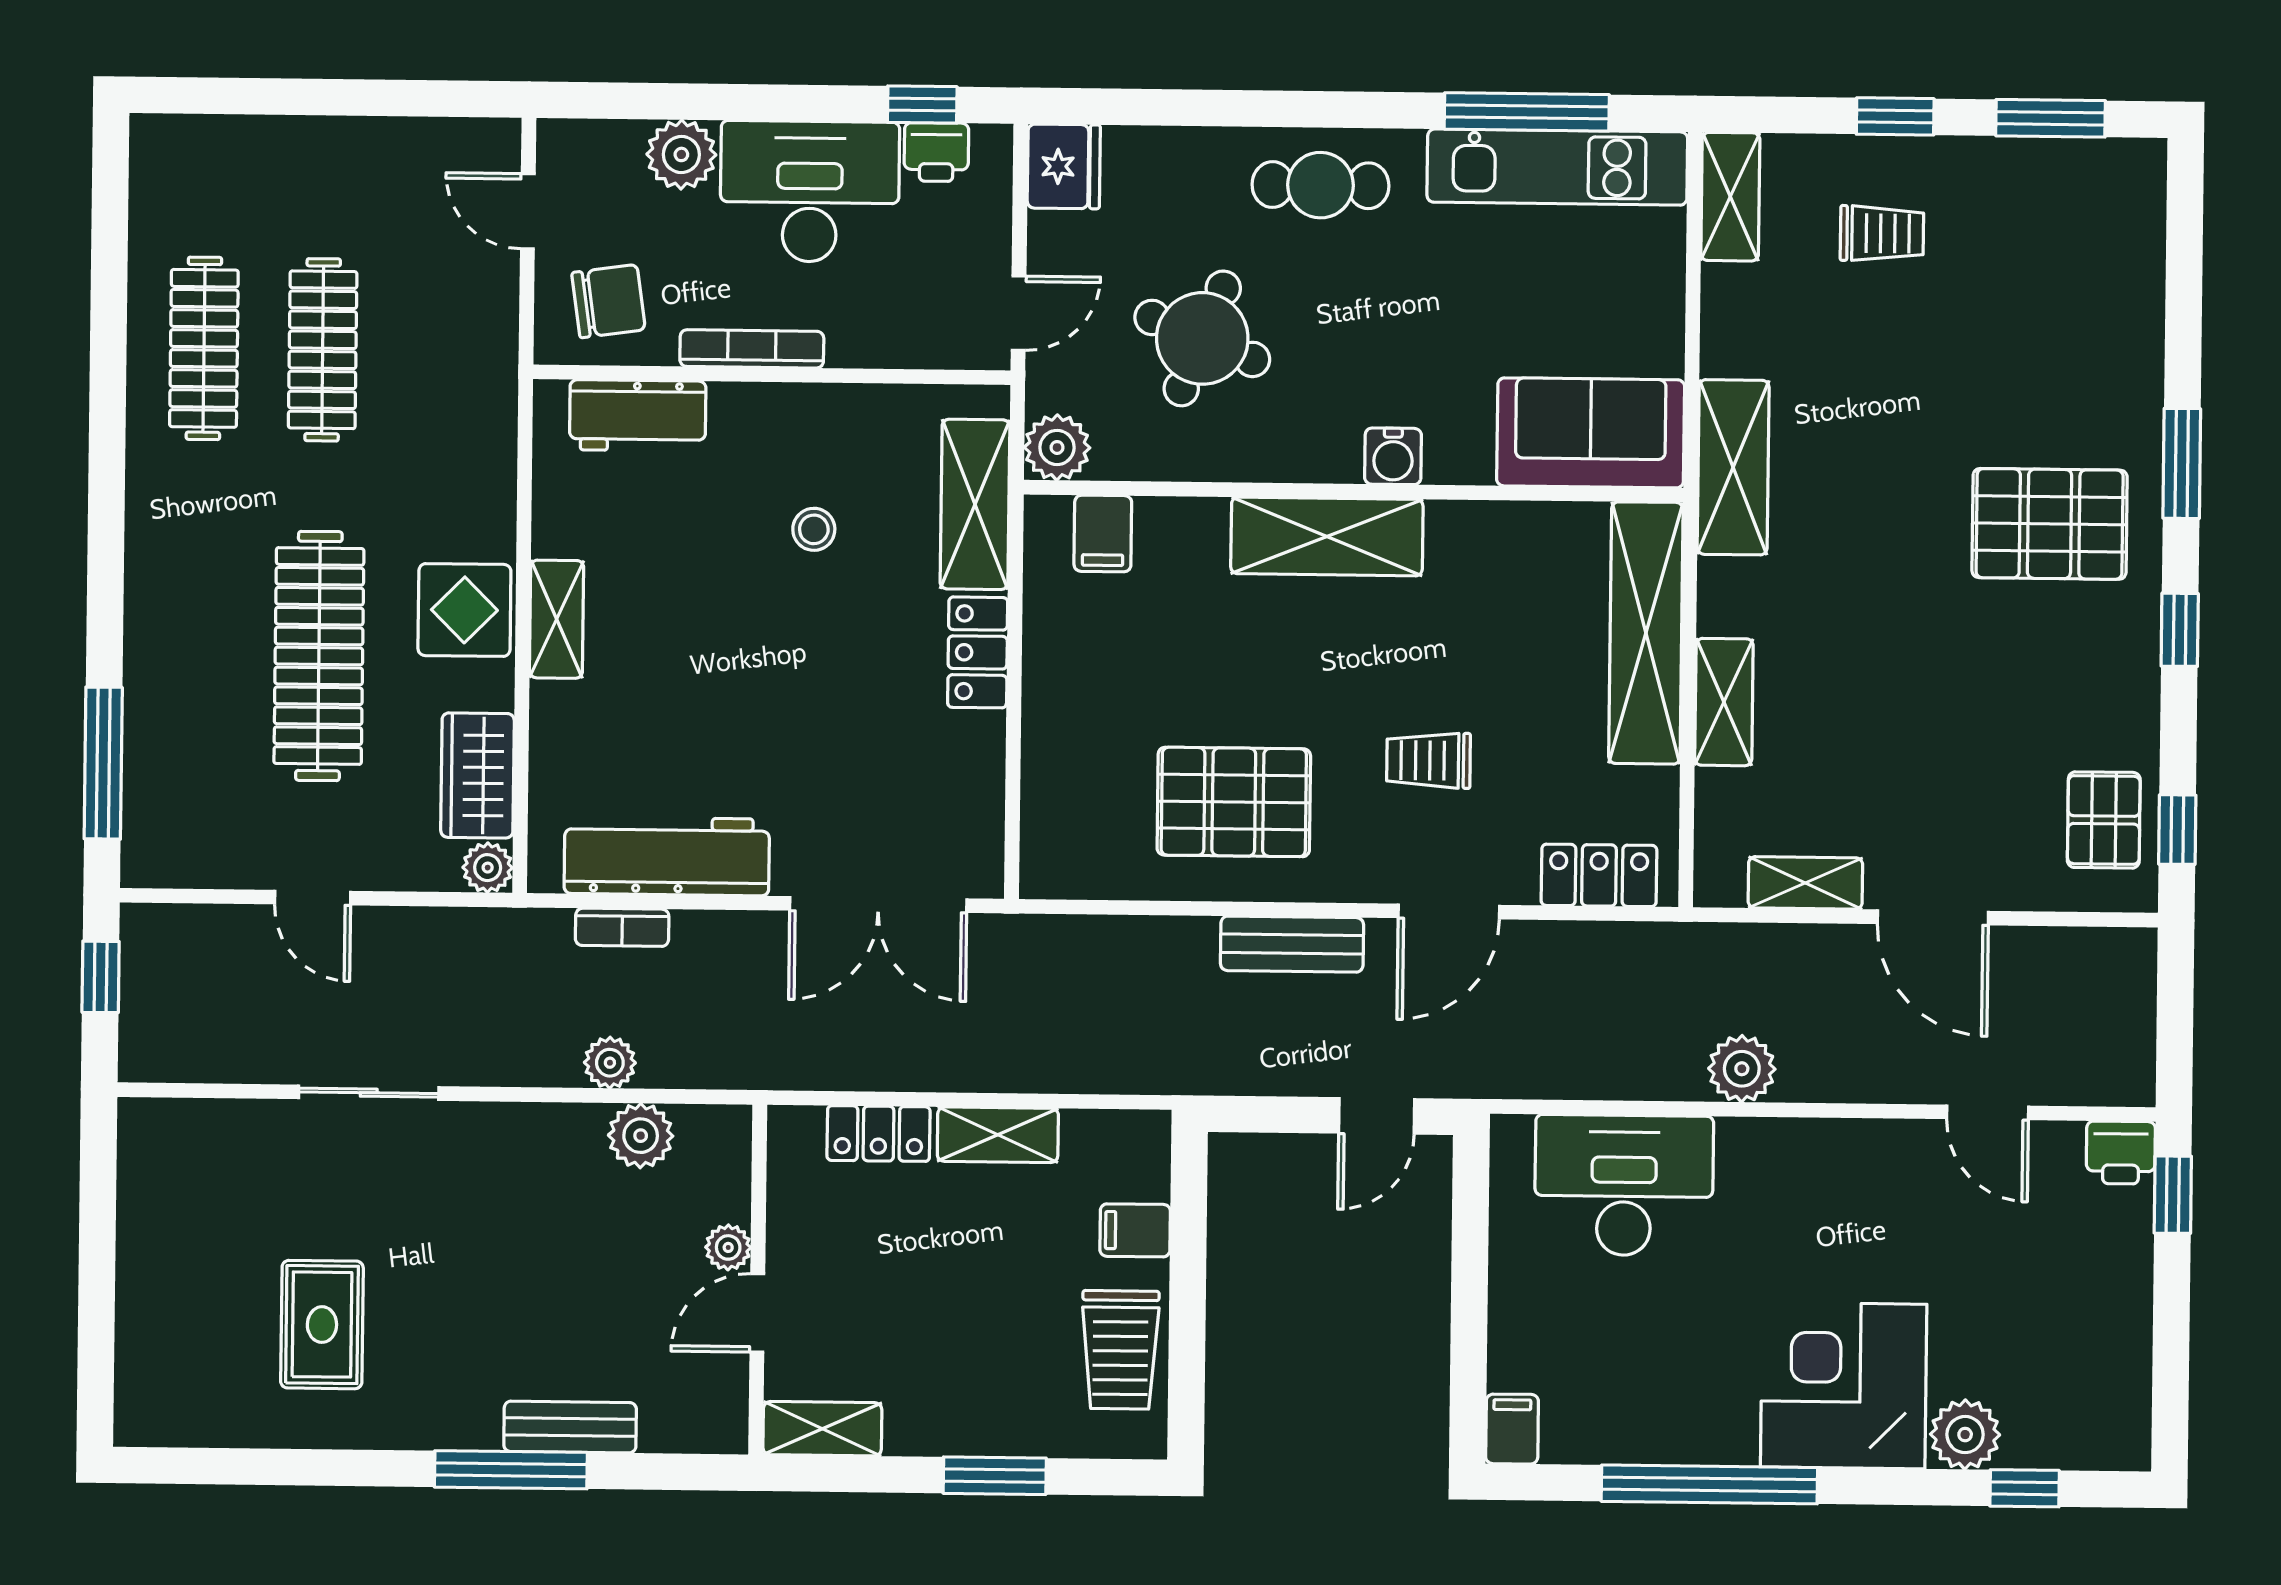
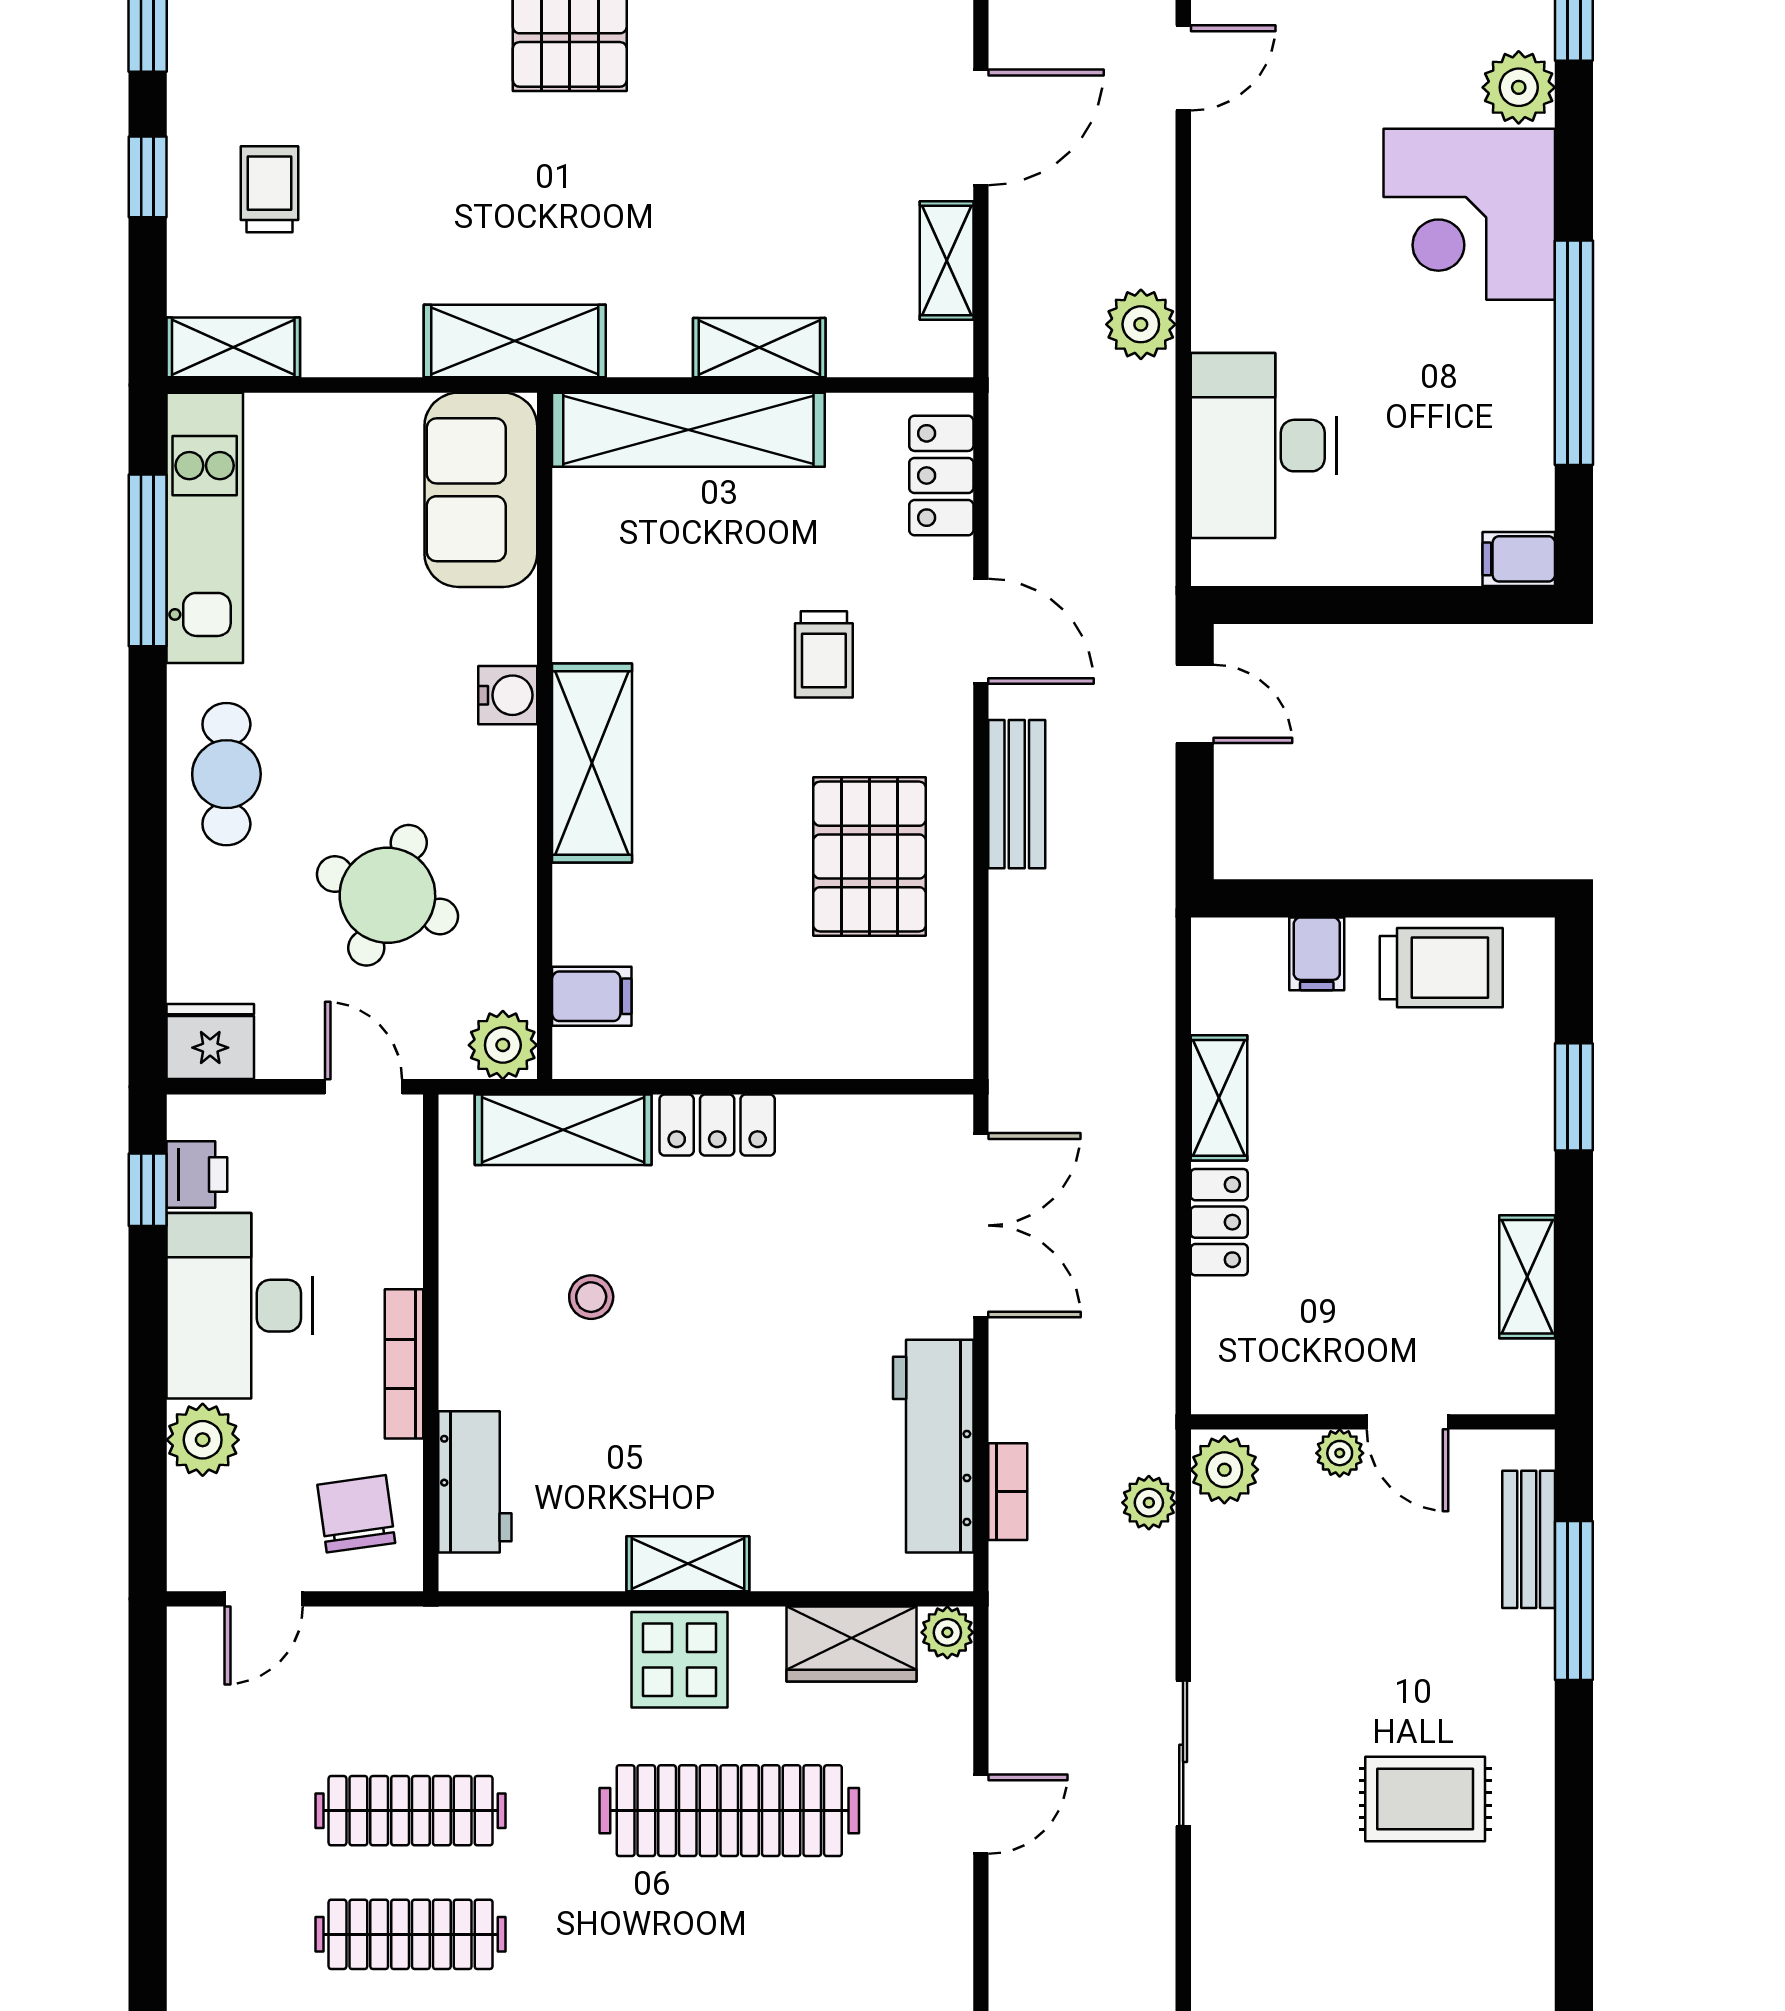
plant: (728, 1247) -> (1340, 1453), moved
wall: (758, 1280) -> (1373, 1422), moved
door: (757, 1313) -> (1407, 1422), moved

